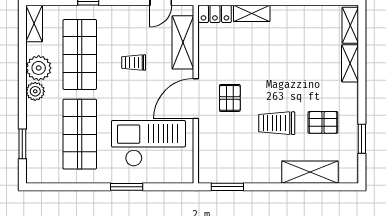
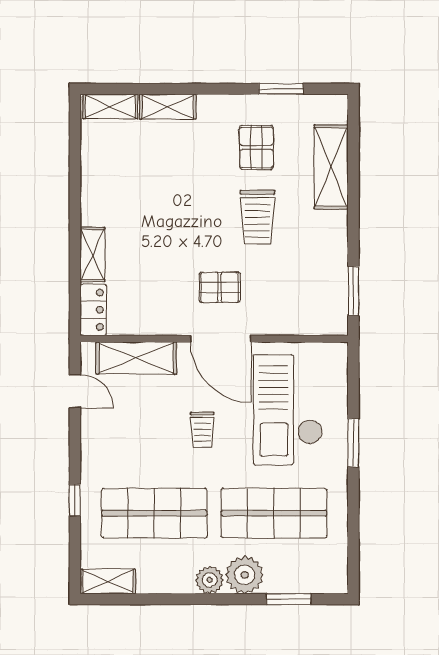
trolley: (134, 63) -> (202, 430), moved
plant: (39, 68) -> (245, 575), moved

